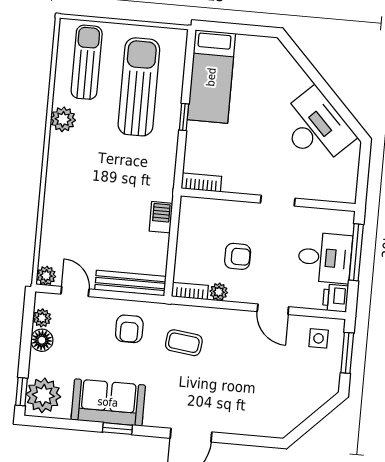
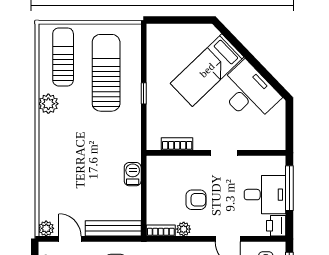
bed: (211, 77) -> (207, 70), moved, turned 46
bookcase: (201, 182) -> (177, 144), moved

